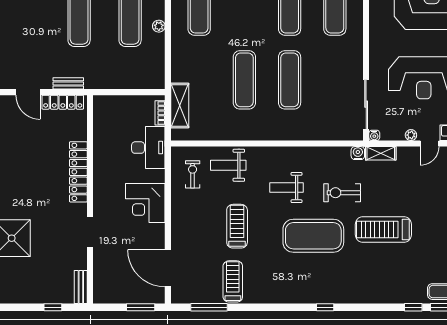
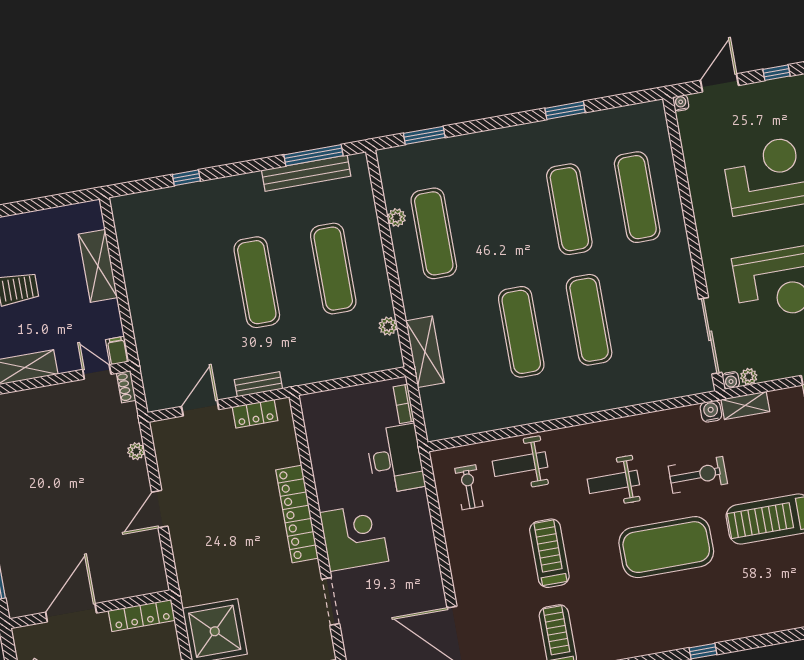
plant: (159, 26) -> (388, 326), moved
door: (28, 92) -> (200, 408), swing flipped
locker: (63, 102) -> (255, 414), width x0.66
shelving: (180, 106) -> (425, 352), moved
plant: (411, 135) -> (749, 377), moved
exercise bike: (342, 193) -> (698, 475), turned 180
corner desk: (145, 203) -> (354, 537), moved, turned 180

